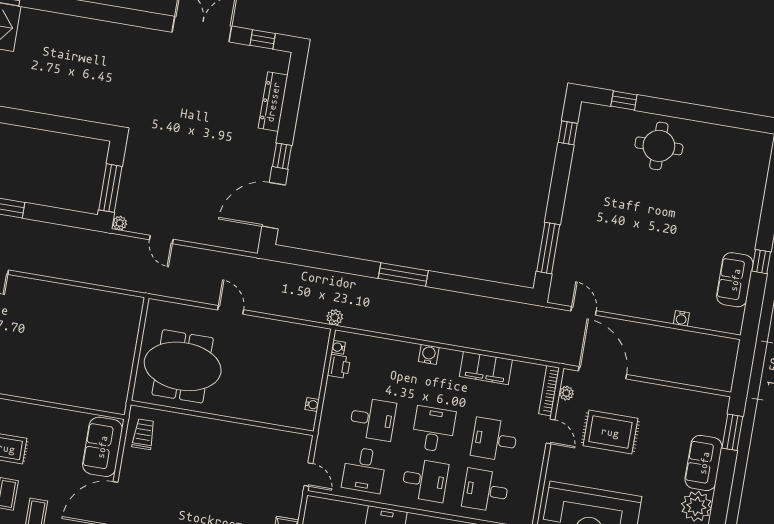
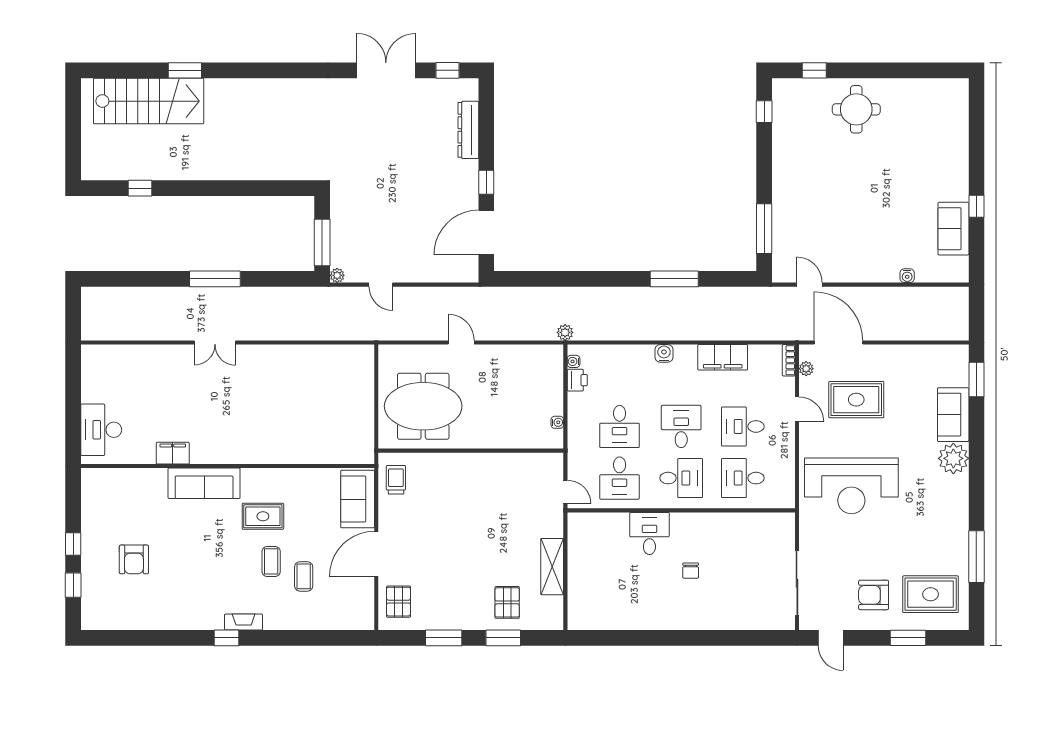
window: (403, 274) -> (674, 279), moved
bookcase: (549, 391) -> (789, 360), width x0.64
desk: (373, 419) -> (620, 426), turned 90

